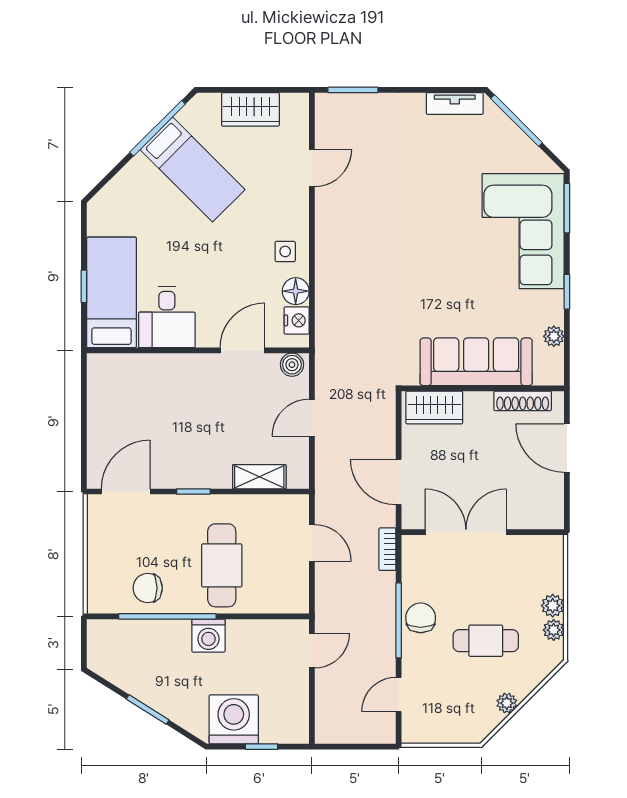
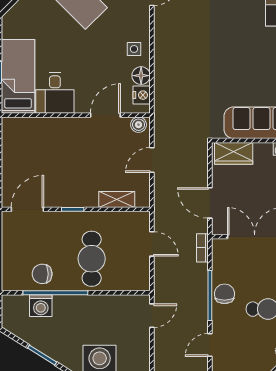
washing machine: (208, 636) -> (41, 306), moved

